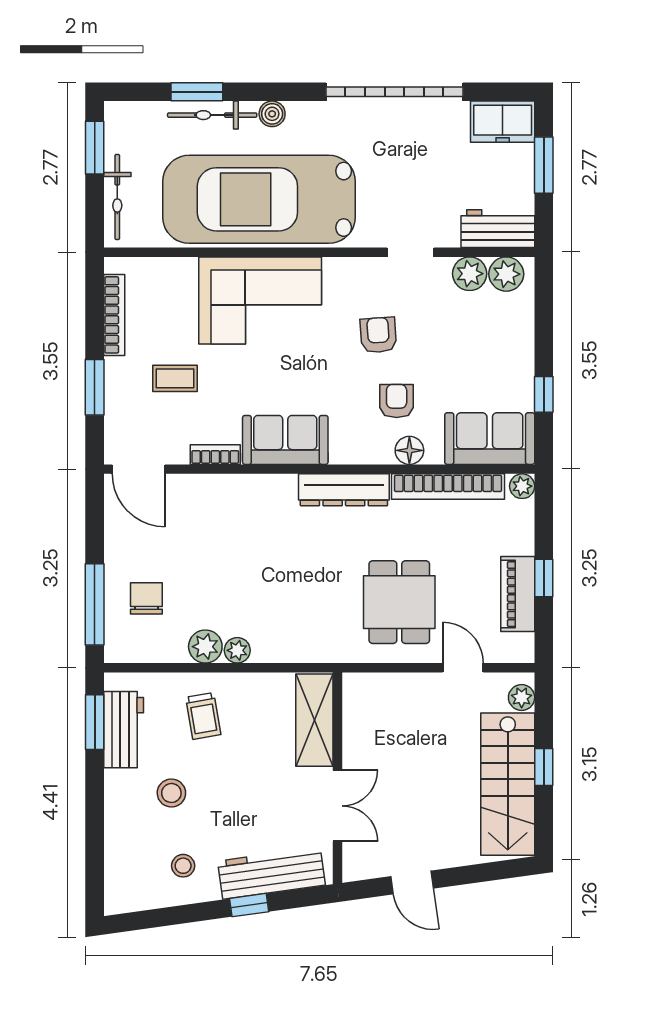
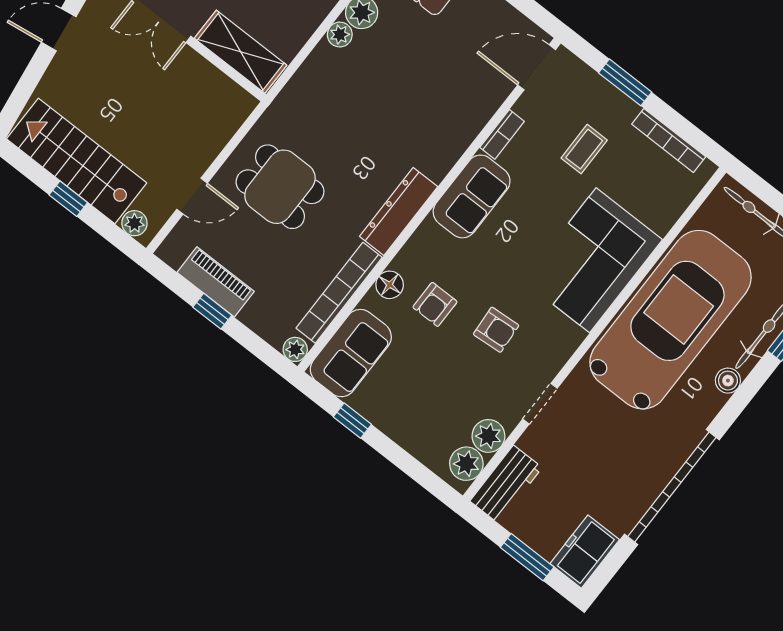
armchair: (397, 401) -> (435, 304), turned 90

